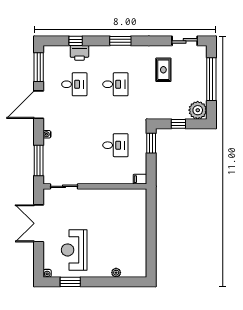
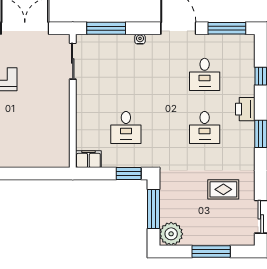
printer: (79, 53) -> (245, 109), moved
window: (211, 79) -> (211, 251), width x0.68
window: (178, 124) -> (153, 209), width x2.17
filing cabinet: (140, 179) -> (88, 159), width x2.00

